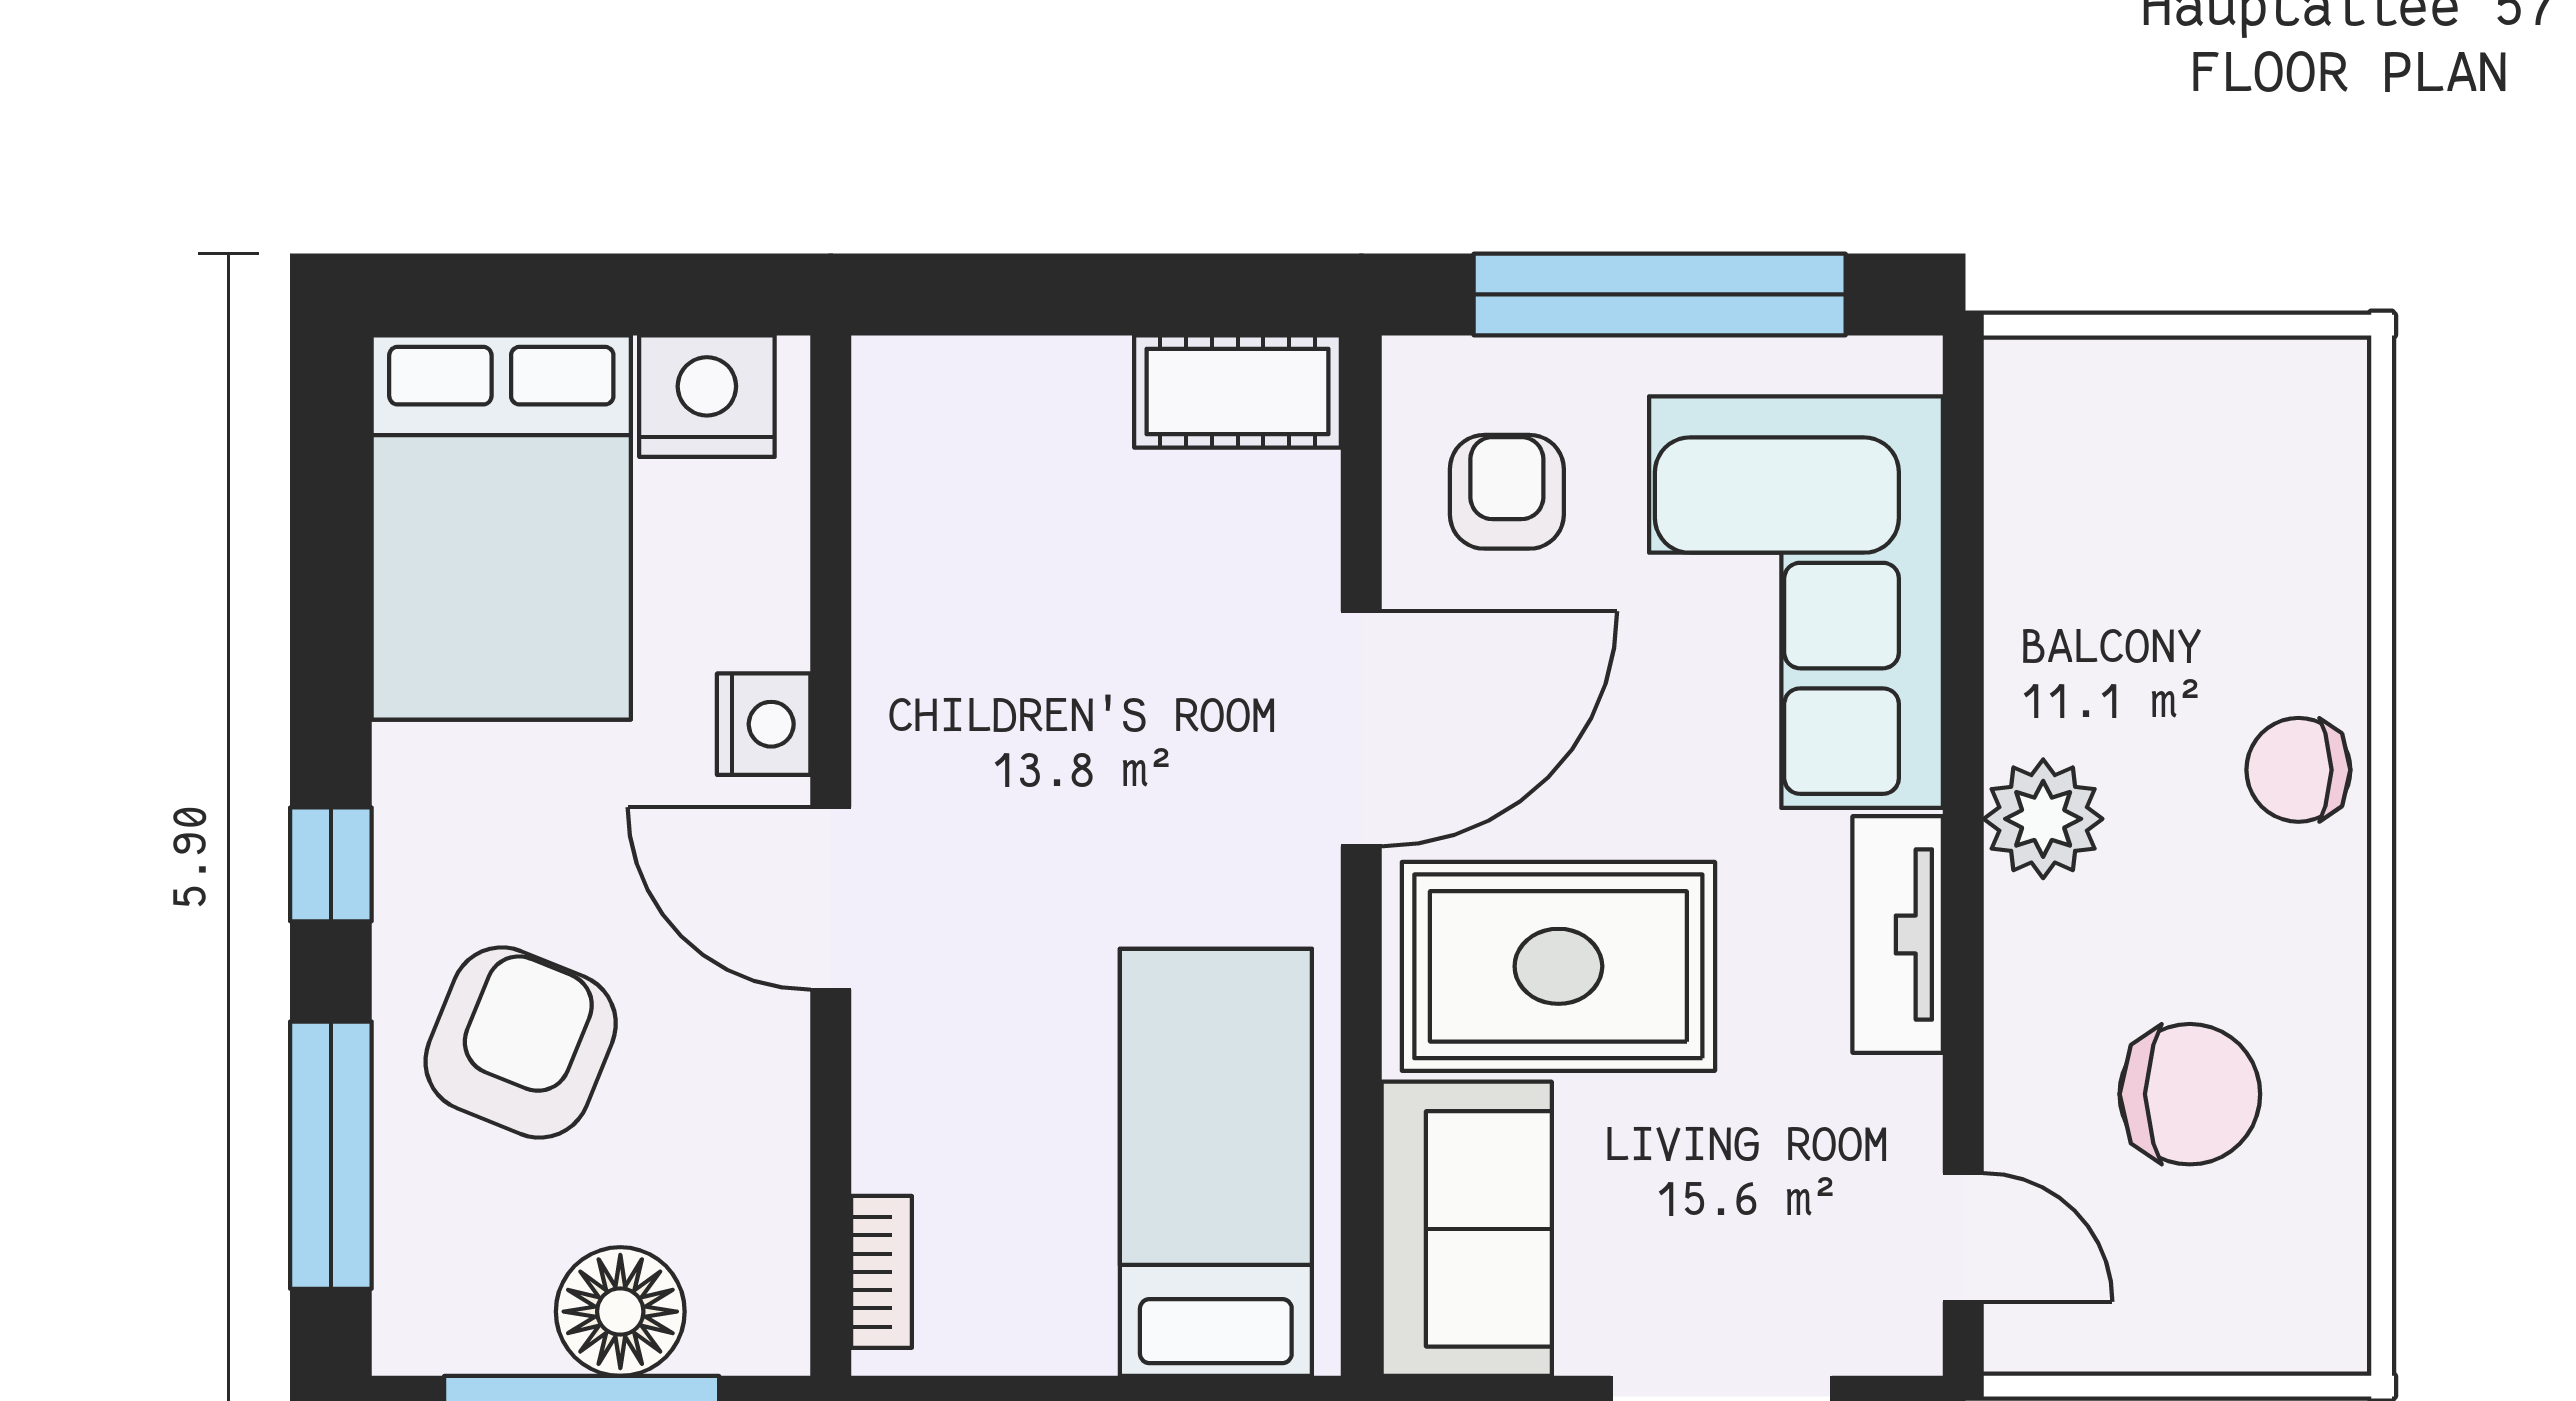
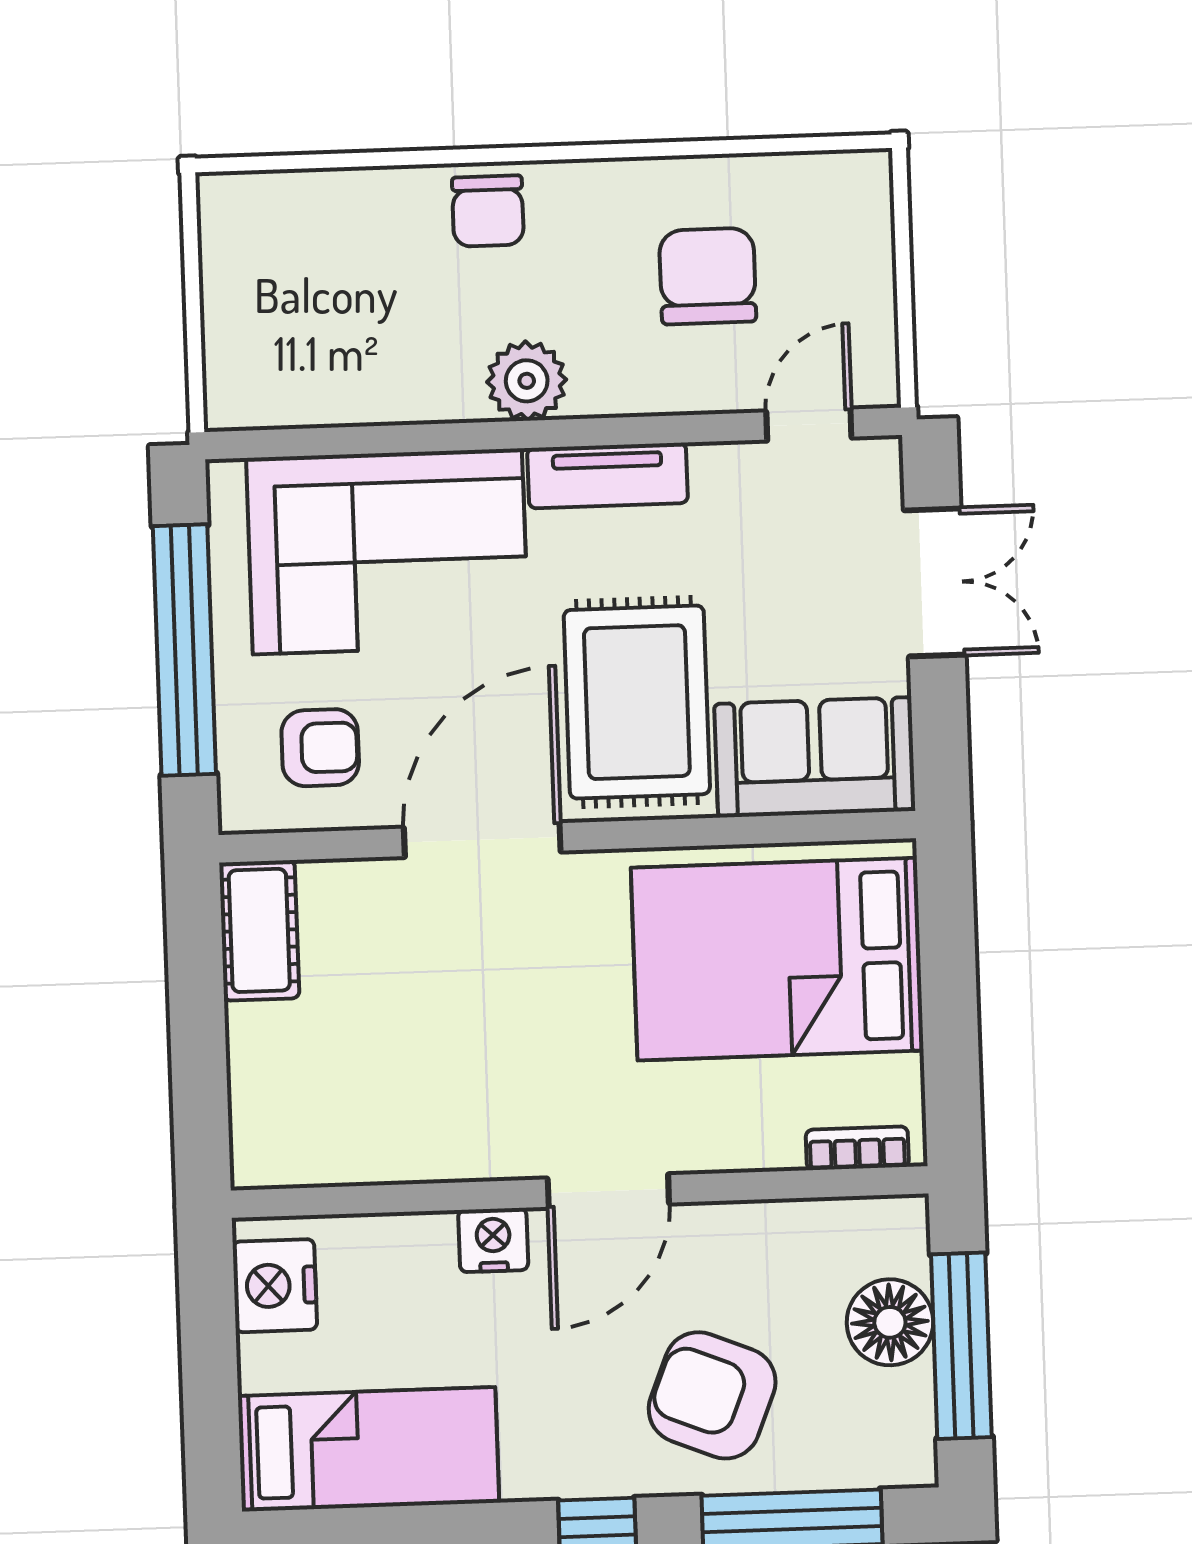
armchair: (1507, 492) -> (320, 748), turned 180
bed: (501, 527) -> (369, 1449), width x0.67
door: (1361, 729) -> (482, 840), hinge flipped
bed: (1216, 1162) -> (777, 959), width x1.50

